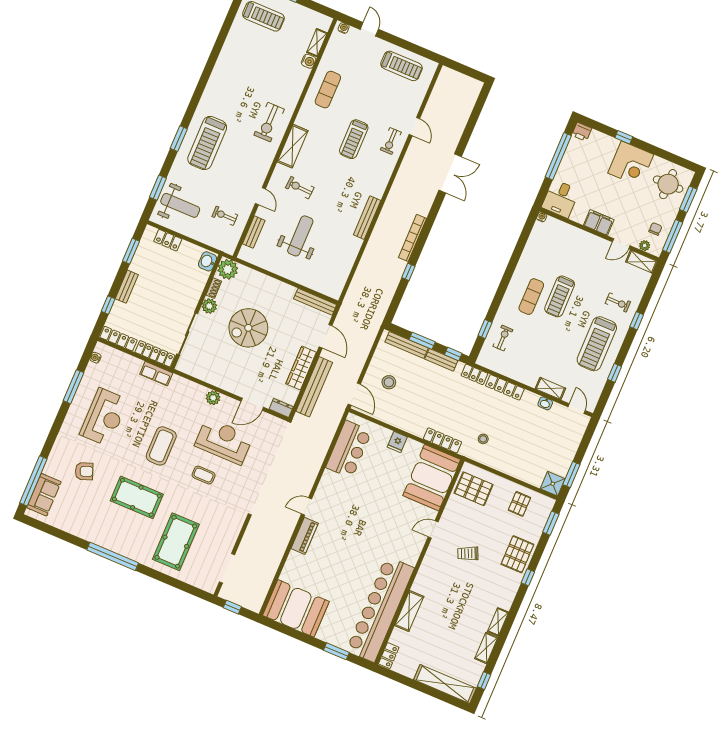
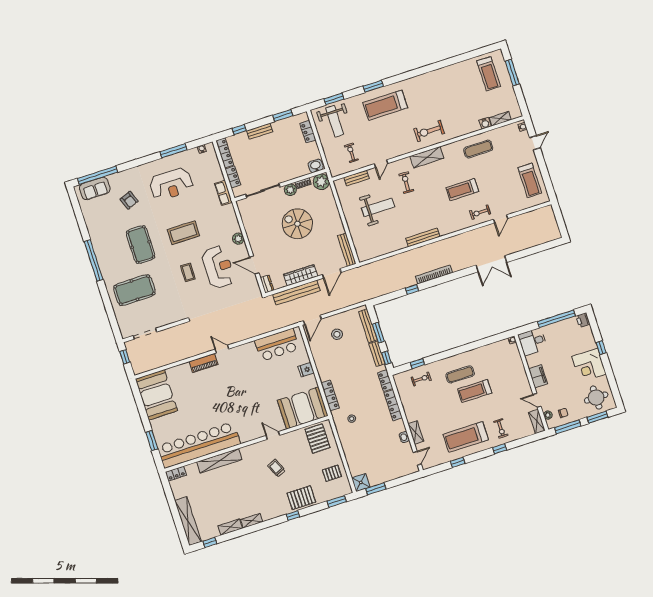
locker: (155, 354) -> (233, 177), width x0.66
shelving: (409, 611) -> (219, 461), width x1.47

